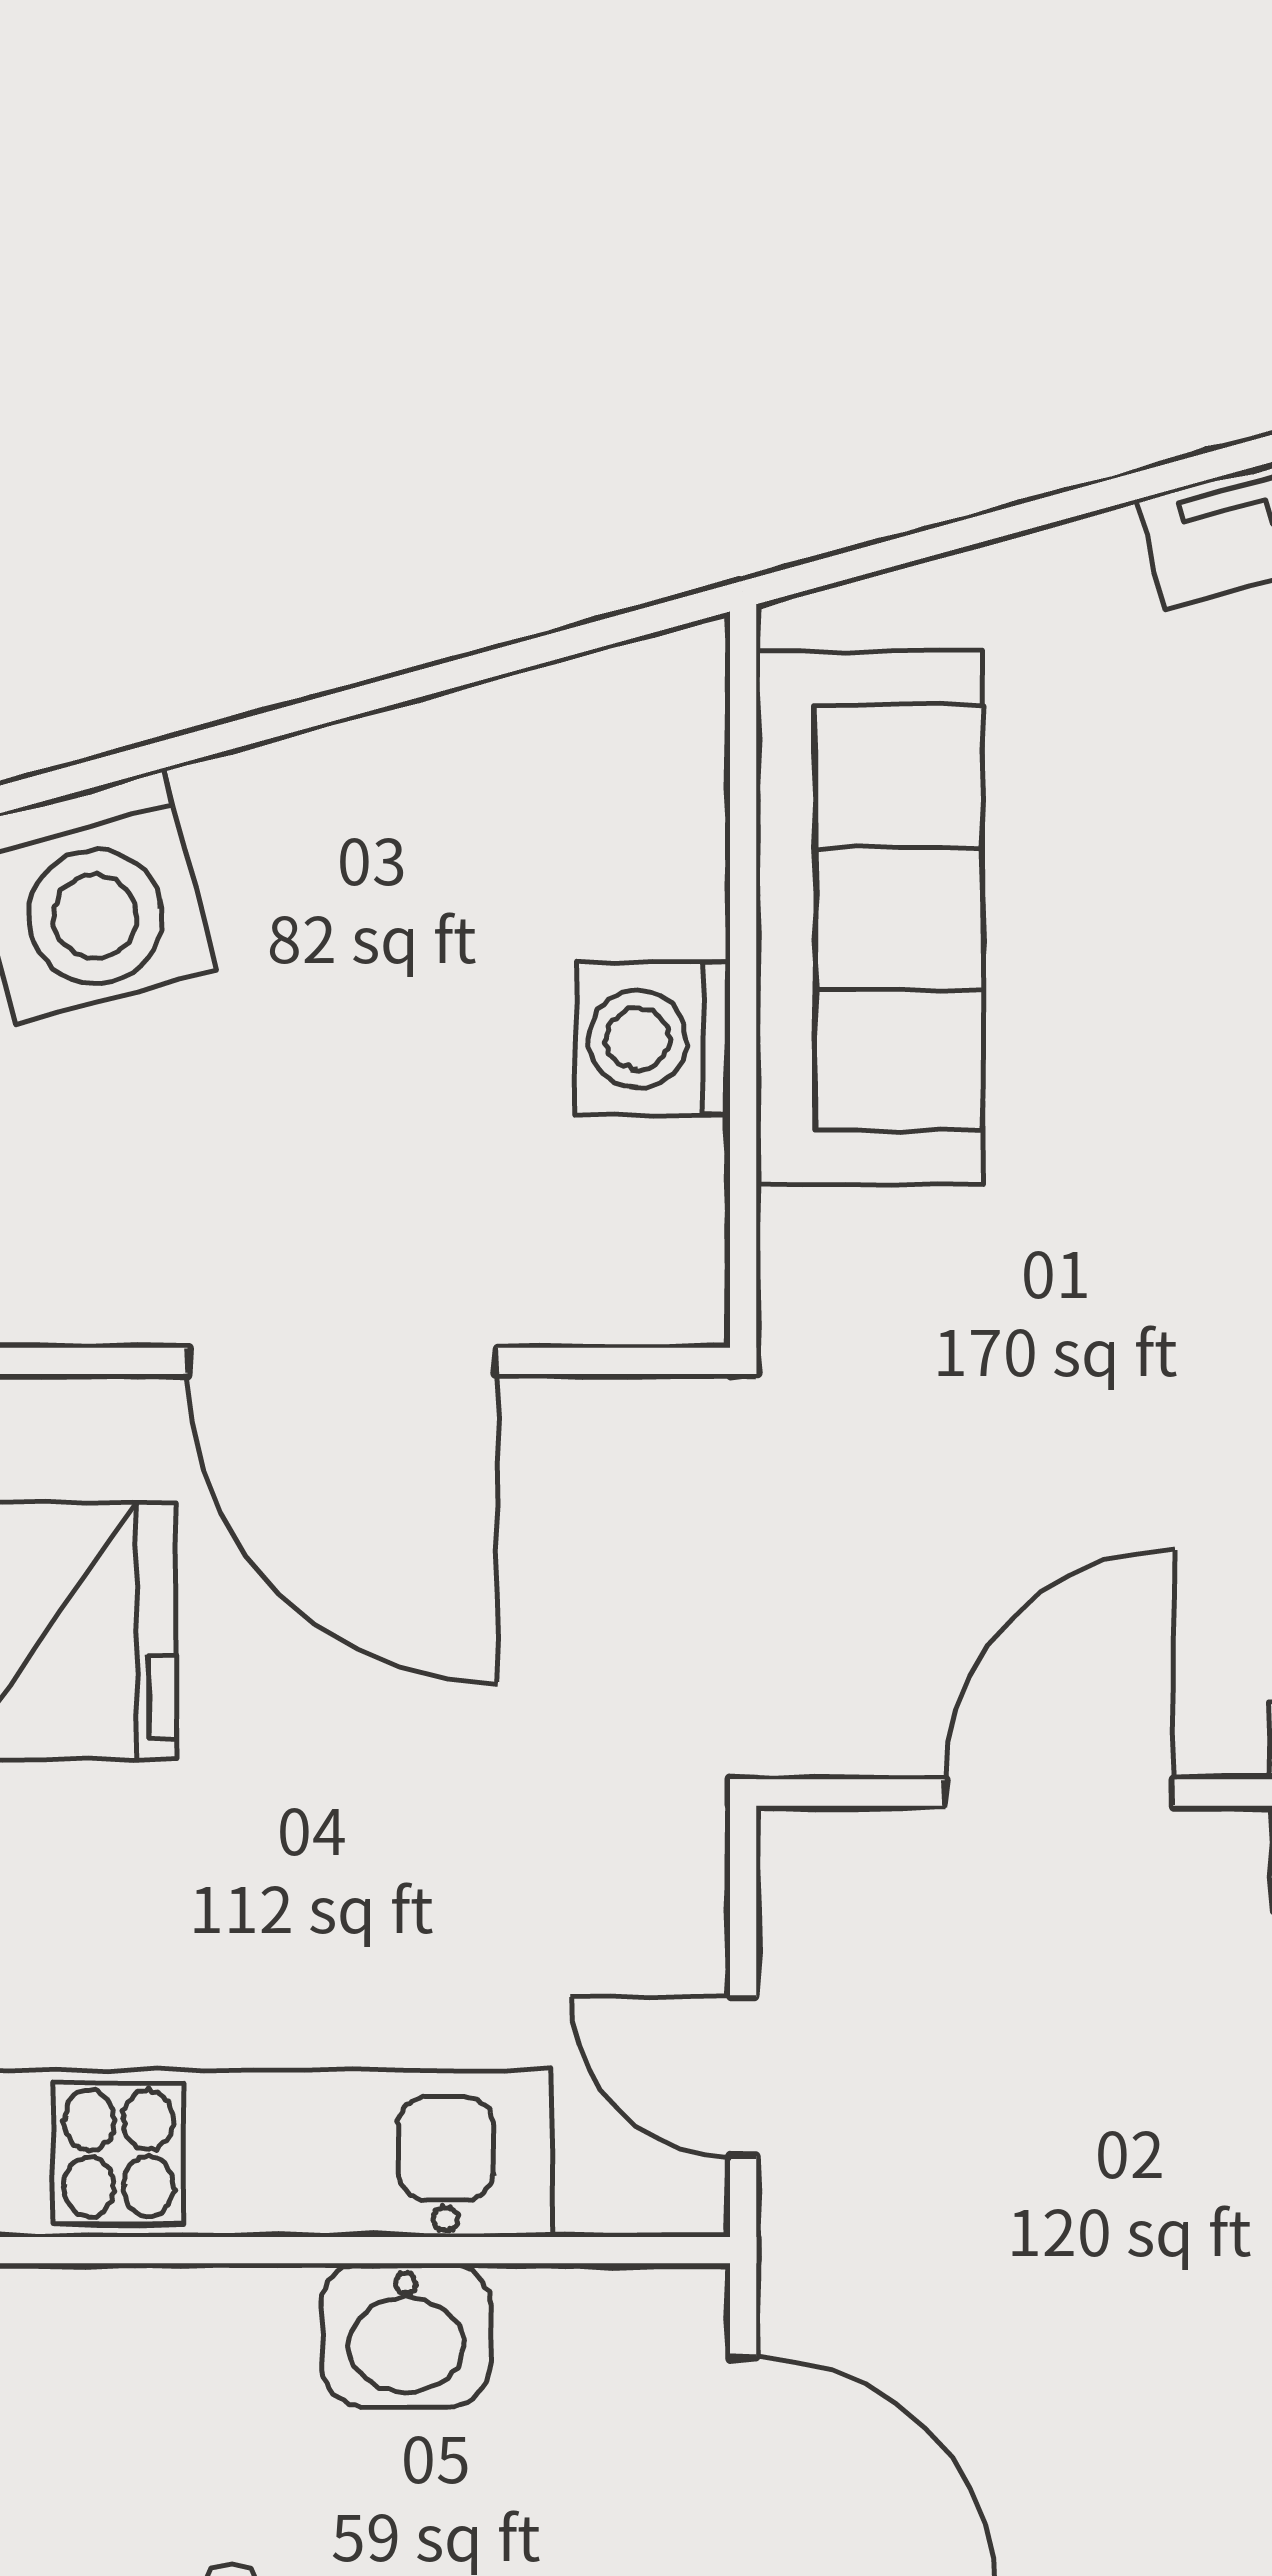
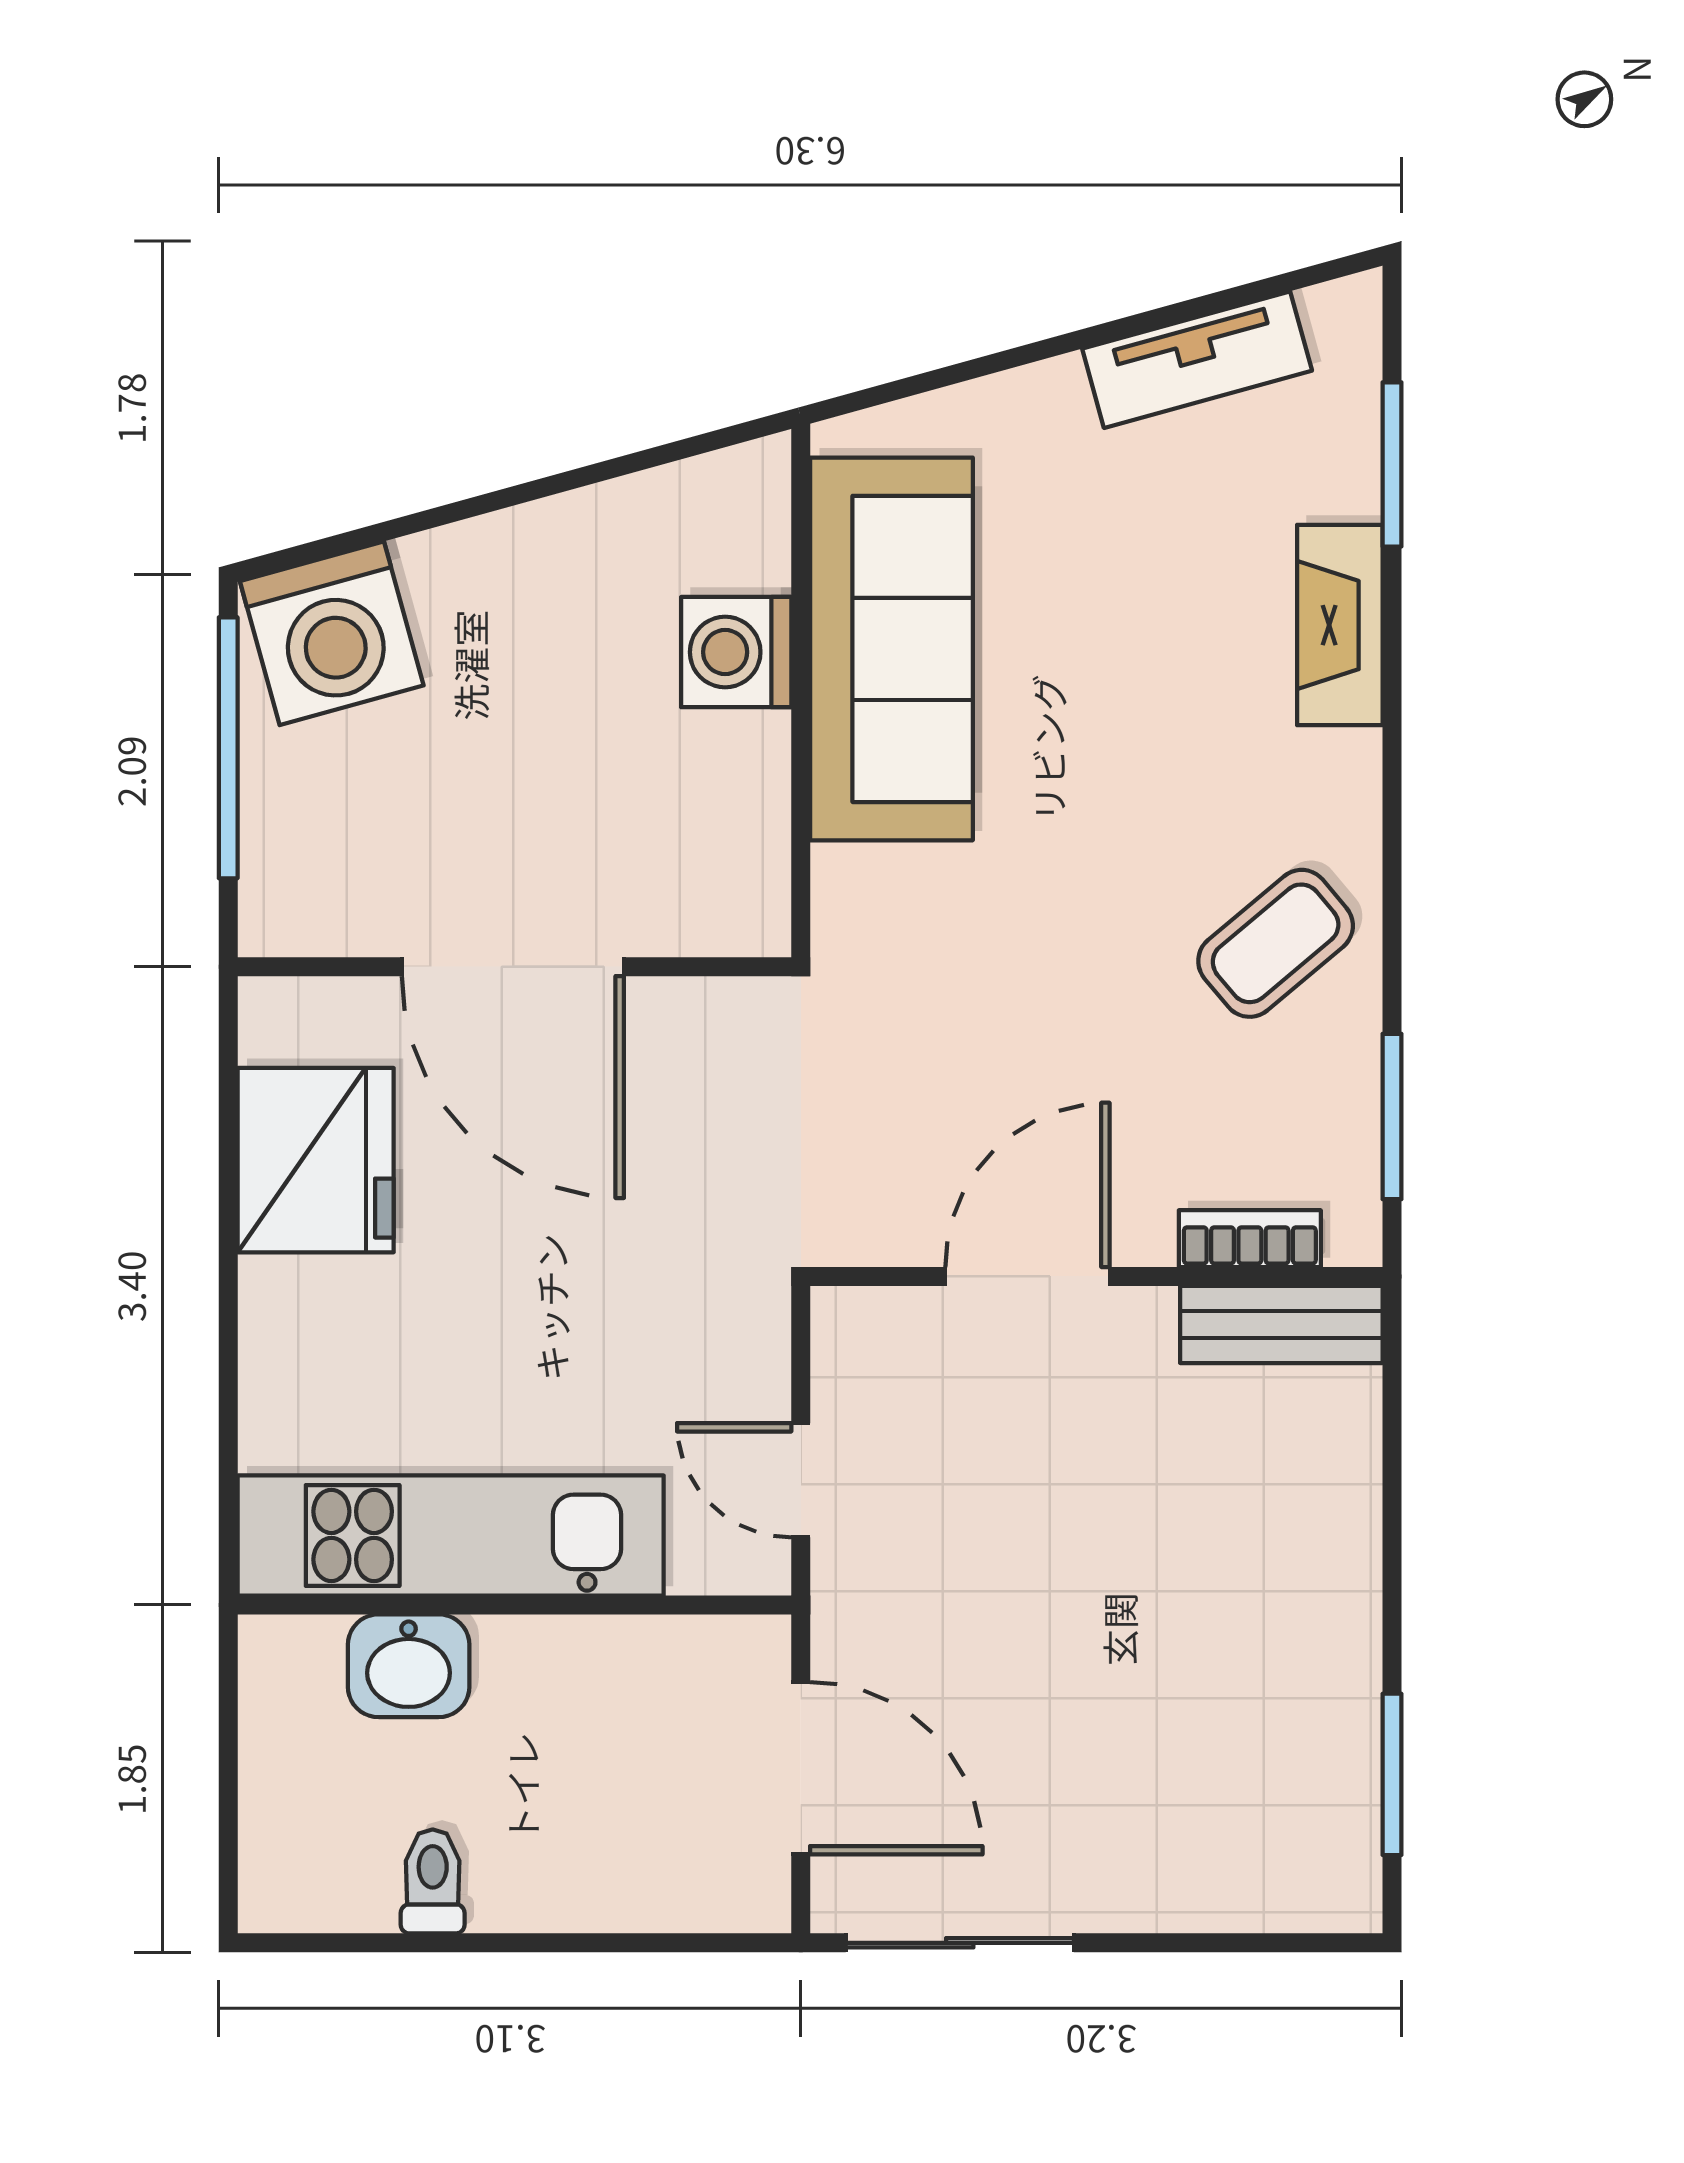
washing machine: (653, 1039) -> (736, 652), moved
washbasin: (406, 2335) -> (409, 1666), moved

